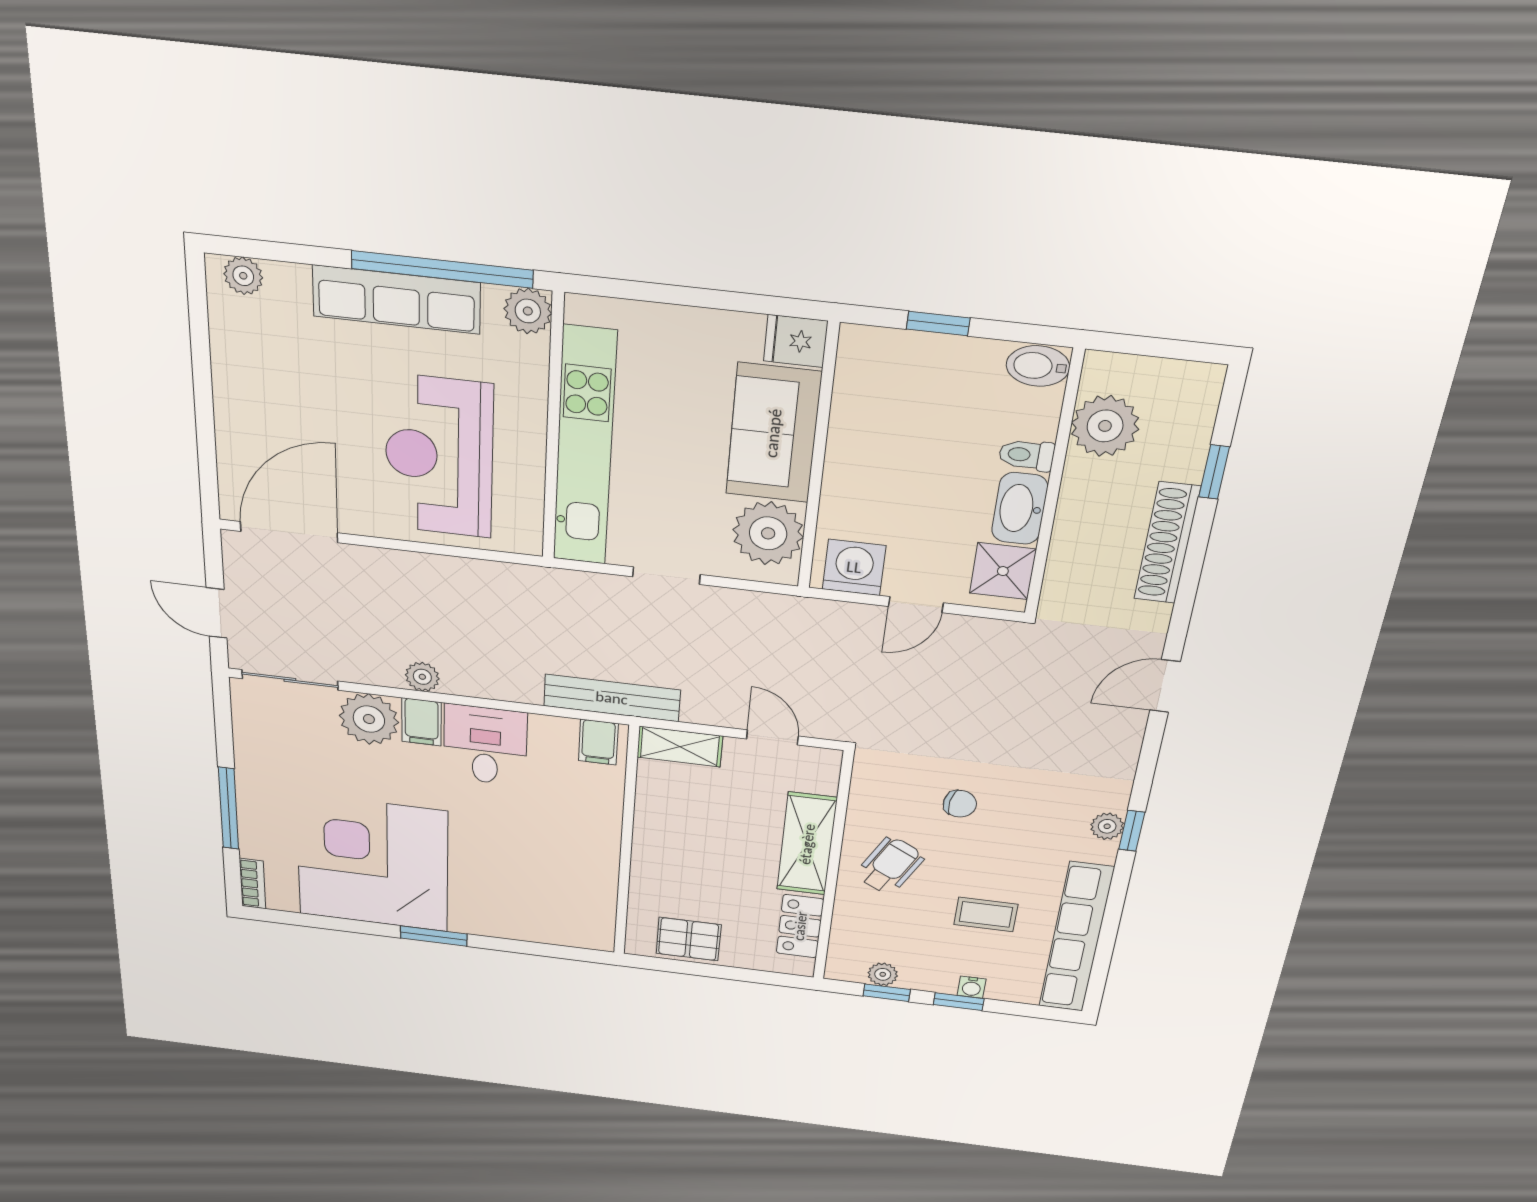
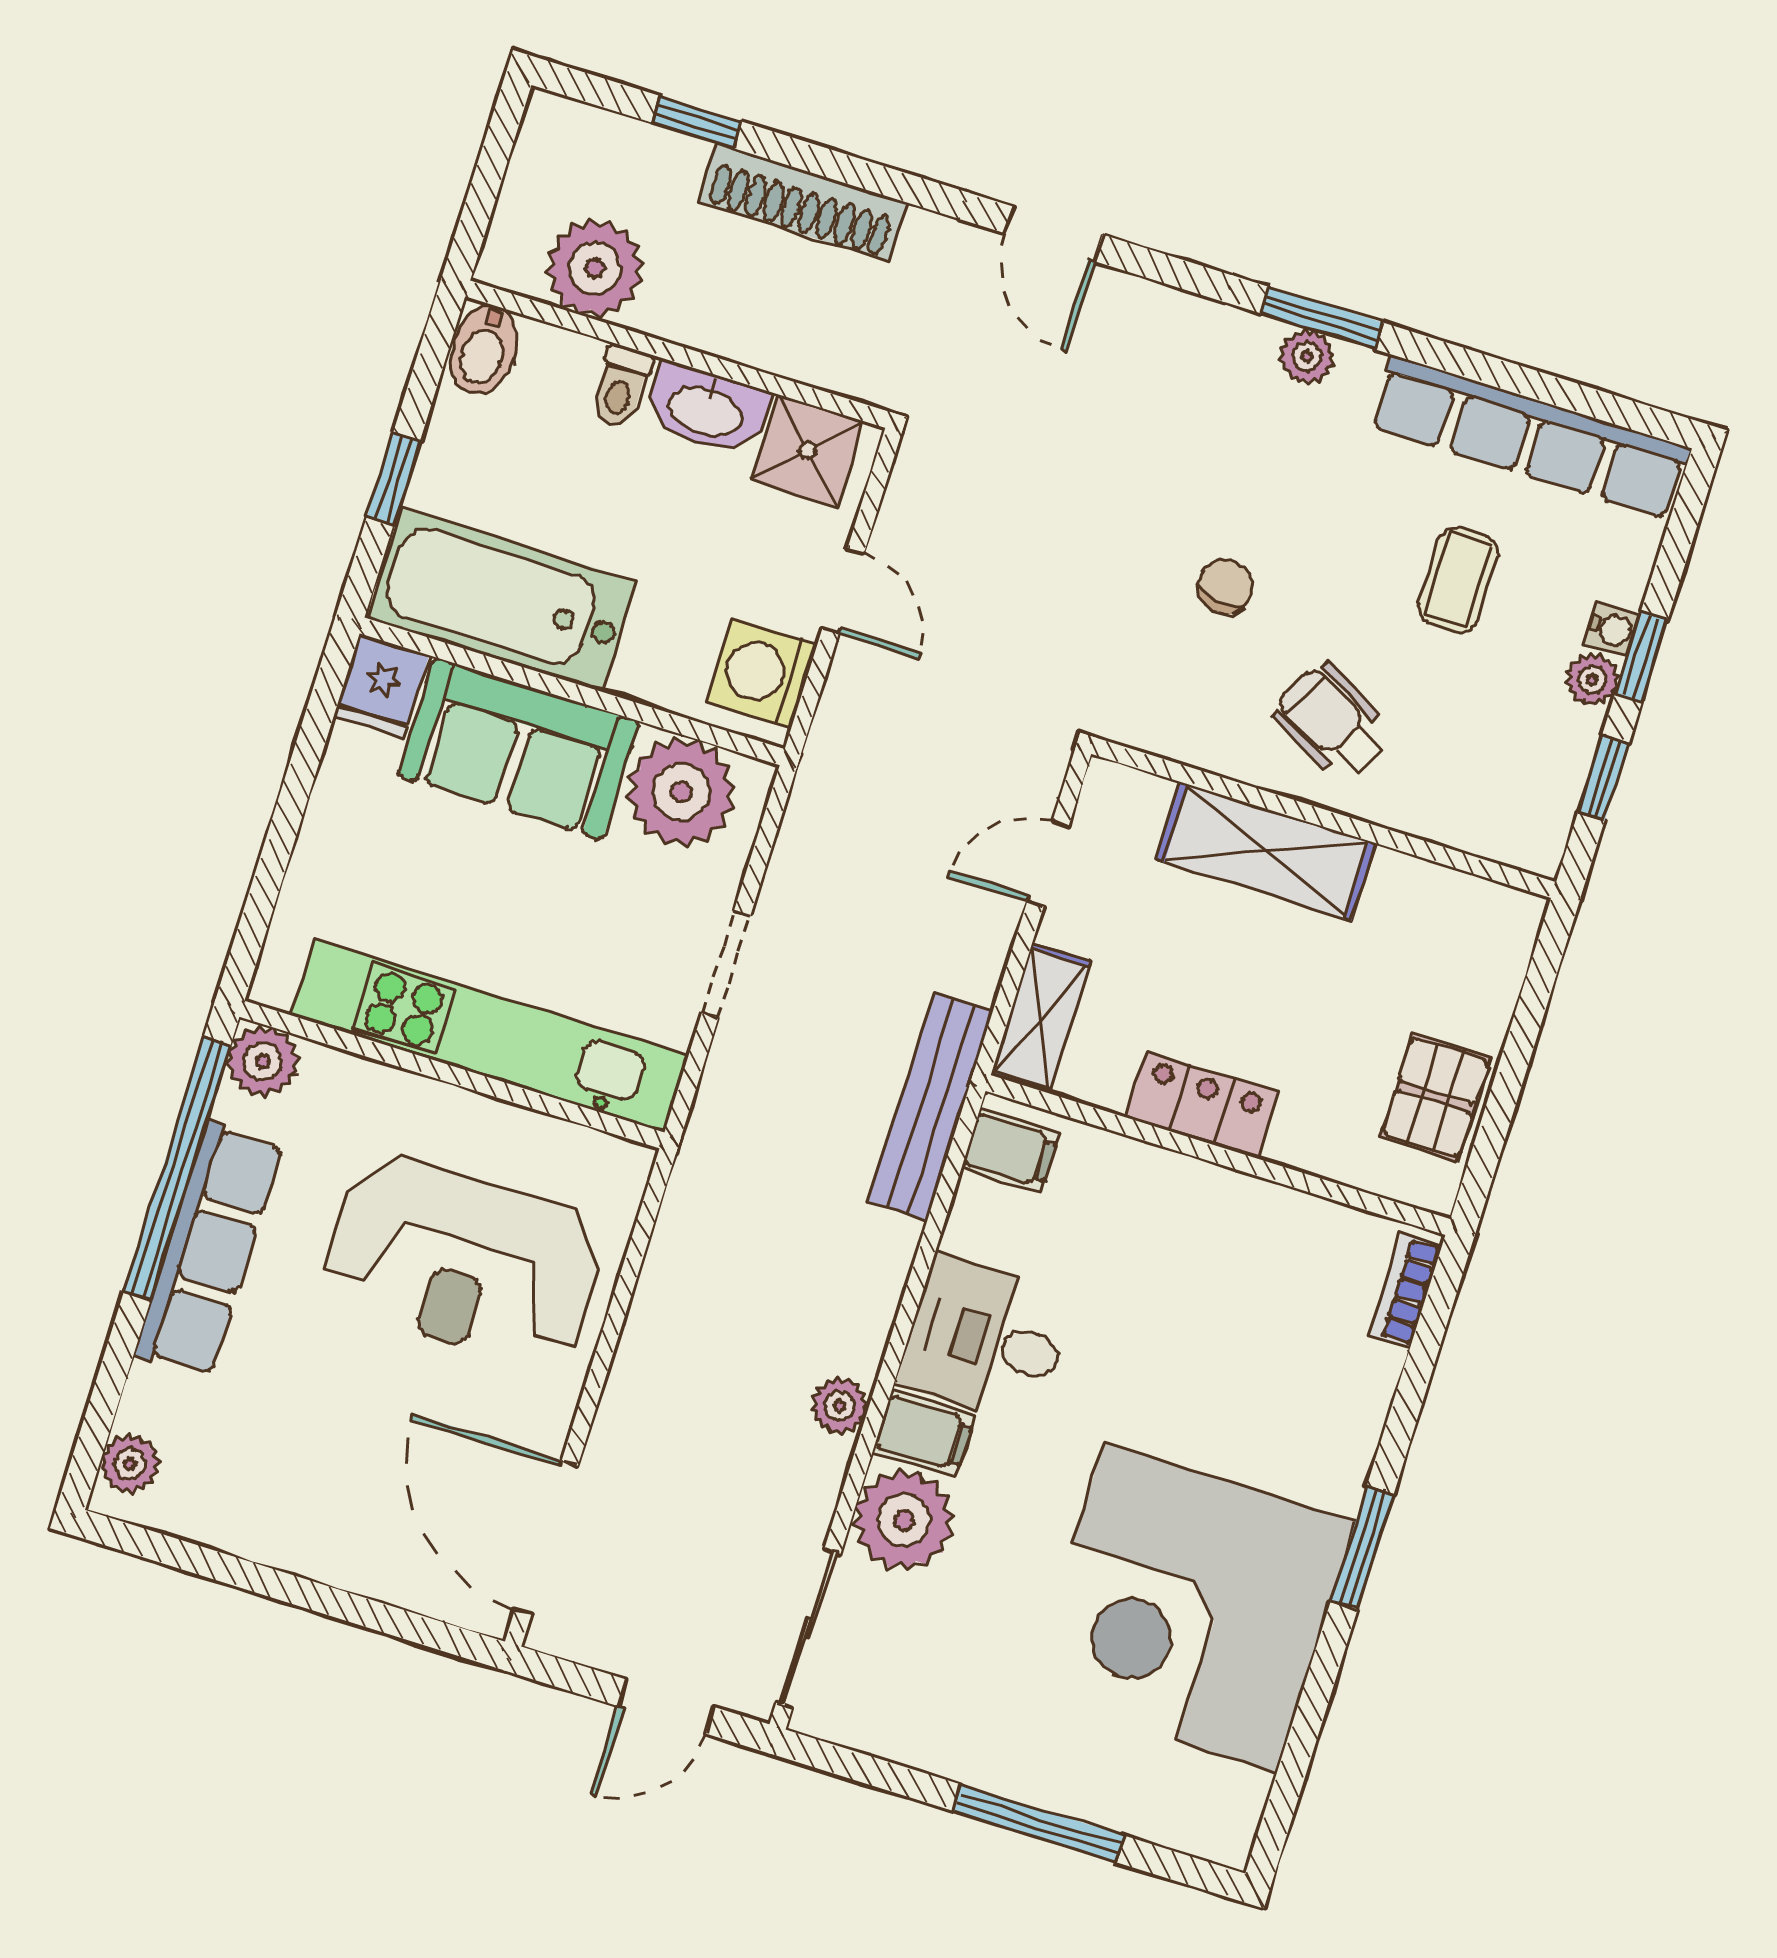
bathtub: (869, 407) -> (502, 600), added
window: (1132, 831) -> (1322, 318), width x1.50
bookcase: (253, 884) -> (1406, 1290), moved, turned -90
locker: (800, 926) -> (1202, 1105), moved, turned 180
plant: (883, 974) -> (1592, 680), moved

